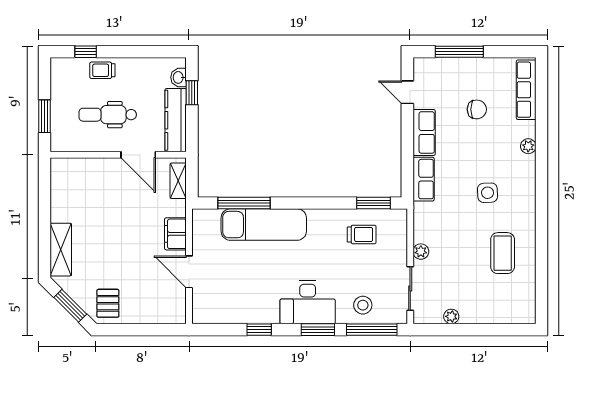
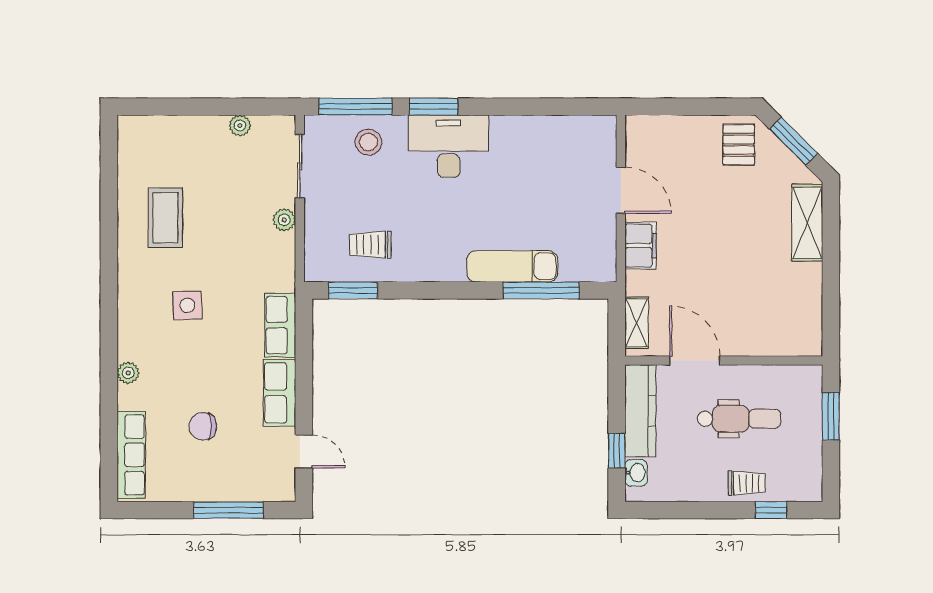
exam couch: (264, 225) -> (512, 266), width x0.73, depth x0.69
window: (259, 330) -> (519, 107), removed

